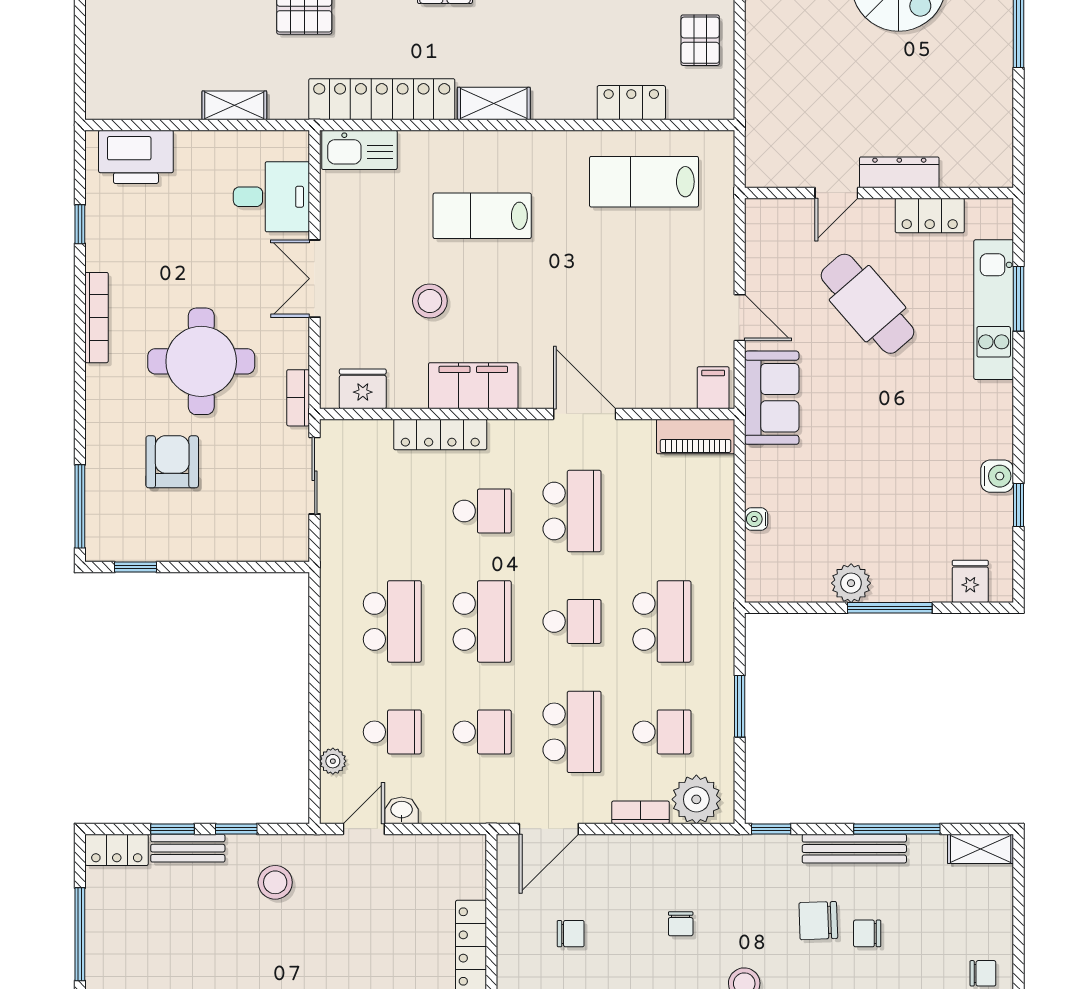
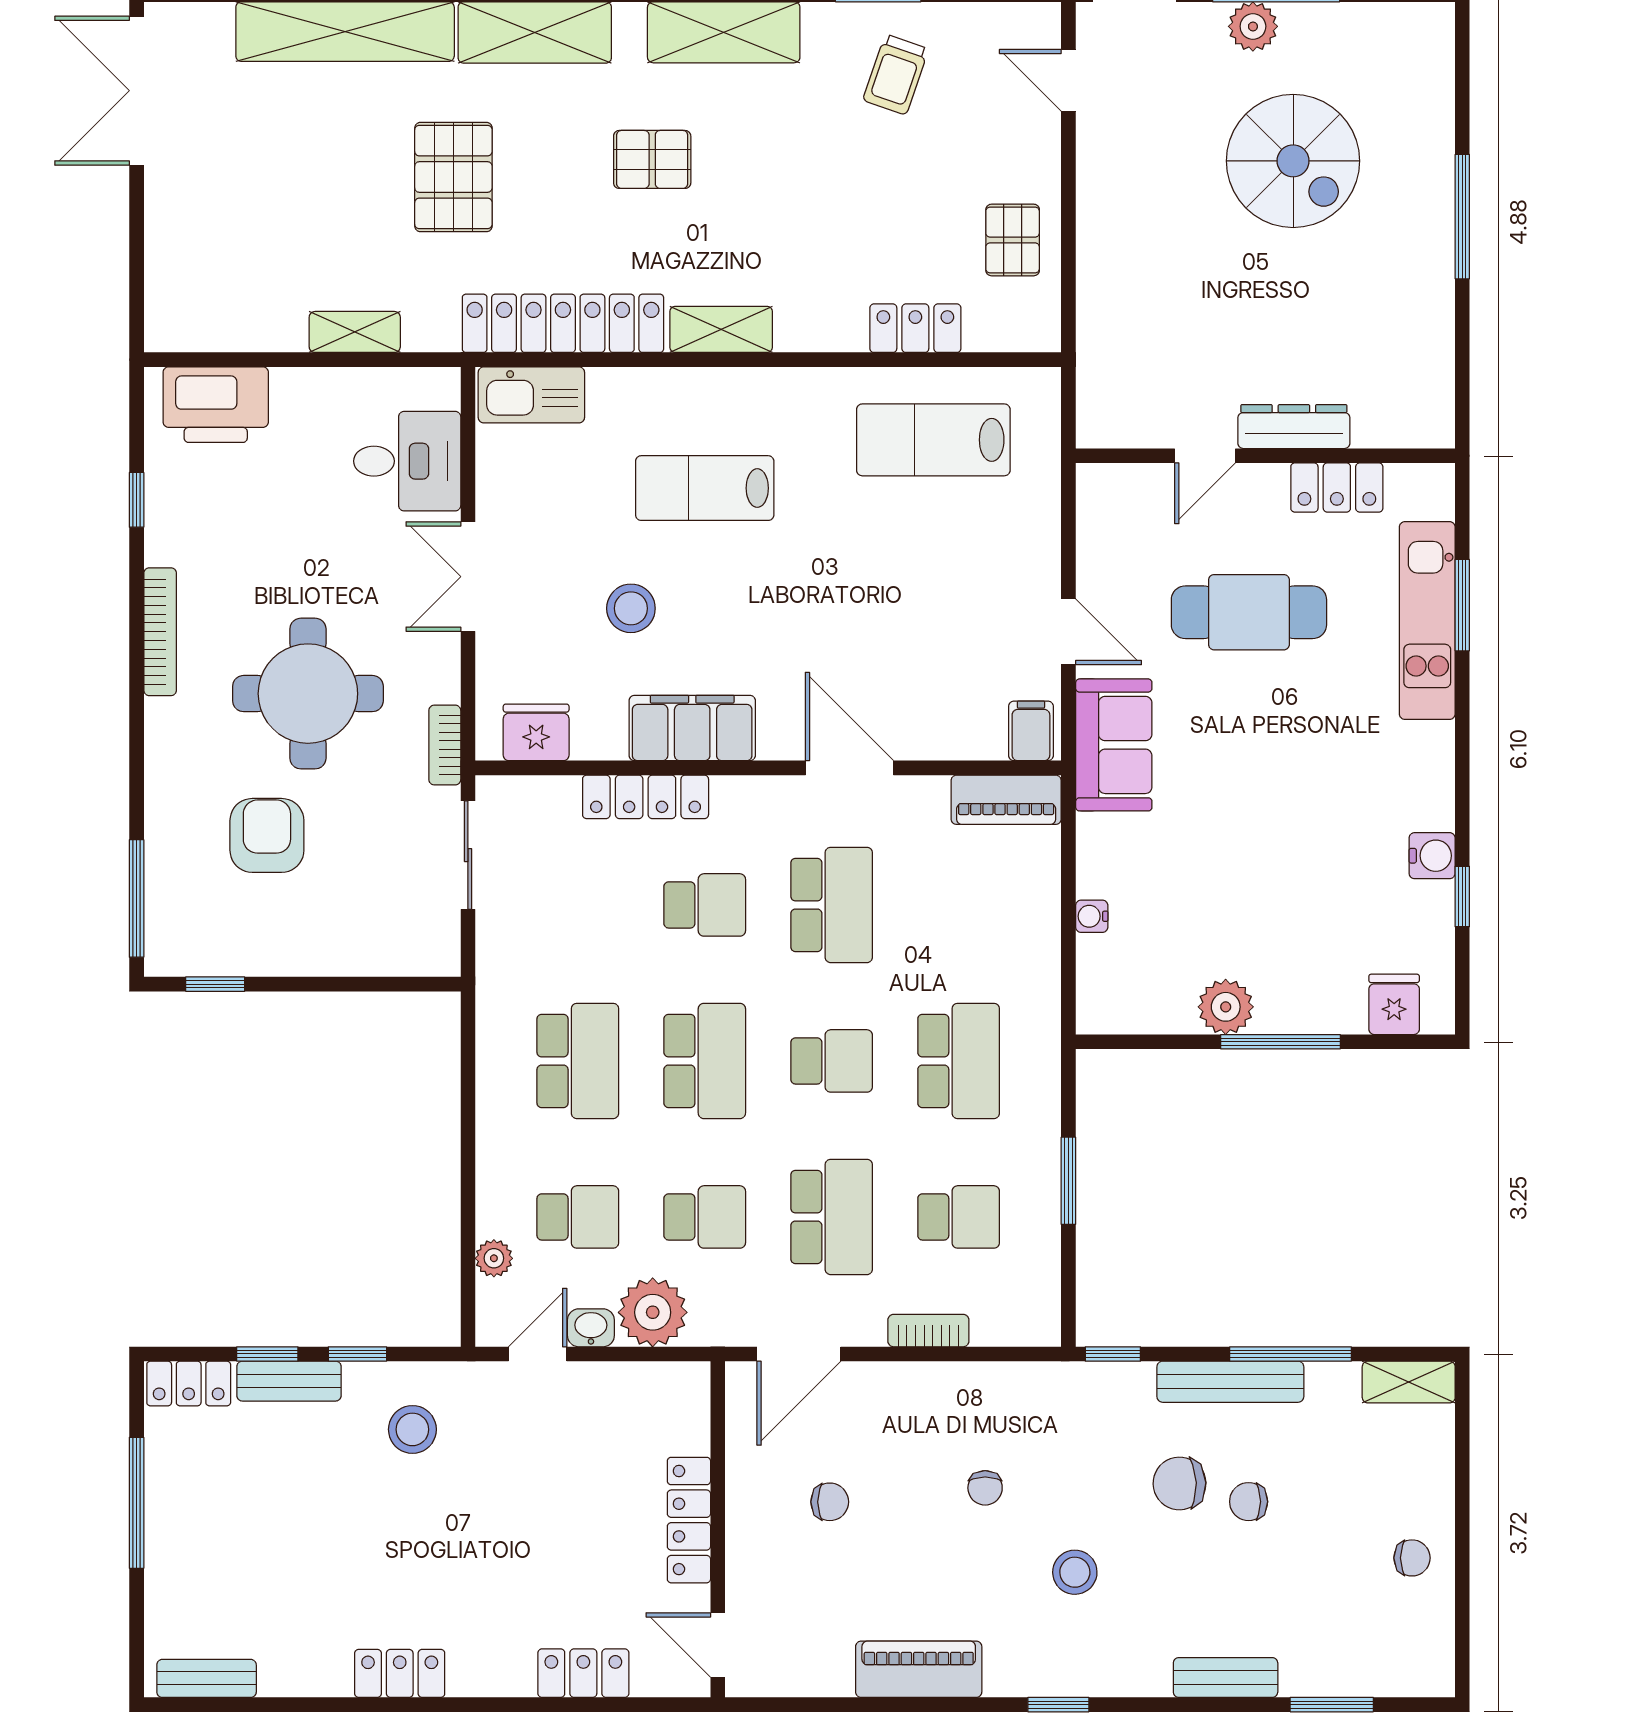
cafe table: (867, 304) -> (1249, 612), turned -49
plant: (696, 799) -> (653, 1312), moved

